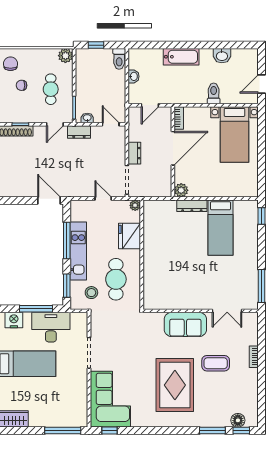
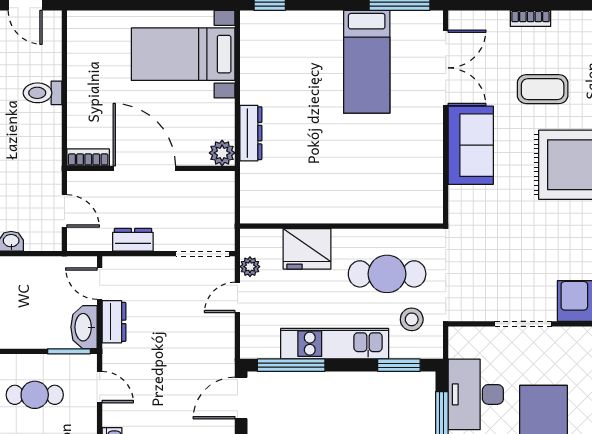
washbasin: (87, 118) -> (84, 327), width x1.91, depth x1.45
door: (111, 124) -> (100, 284), hinge flipped
dresser: (79, 132) -> (114, 322), moved
bed with nightstands: (234, 135) -> (183, 54), moved, turned 180
dresser: (134, 153) -> (133, 240), moved
plant: (135, 205) -> (250, 267), moved
bed: (220, 228) -> (367, 62), moved, turned 90
window: (67, 241) -> (291, 365), moved
double door: (227, 311) -> (446, 68), width x1.37
coffee table: (216, 363) -> (543, 89), turned 90

